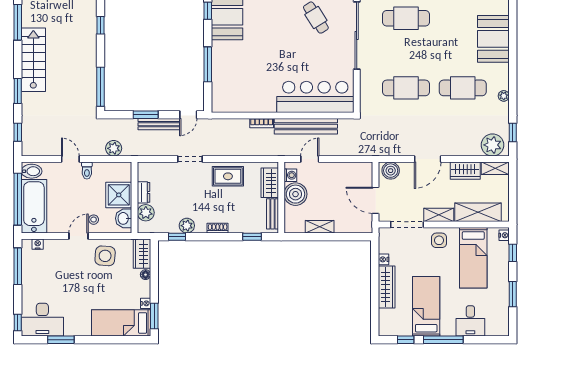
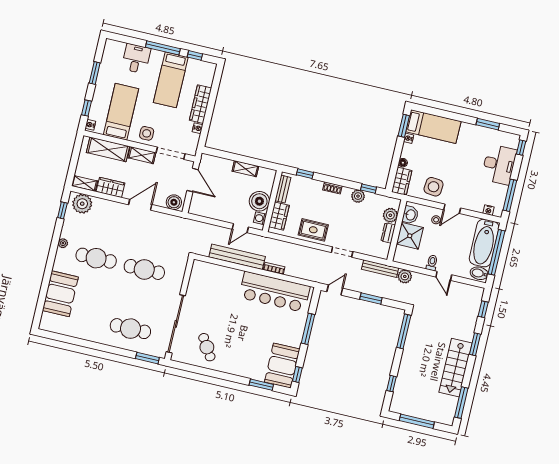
bar counter: (315, 97) -> (274, 292), moved
bench: (159, 124) -> (380, 269), moved
desk: (42, 320) -> (499, 164), moved, turned 90

